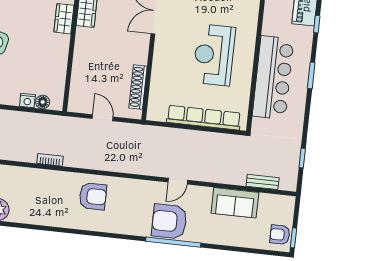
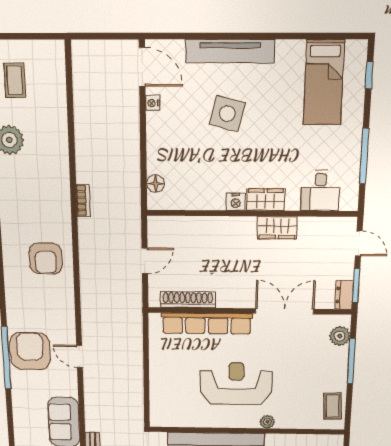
plant: (251, 32) -> (267, 422), added
nightstand: (27, 101) -> (236, 202), moved, turned -90
row of seats: (204, 118) -> (207, 324), moved, turned 90

